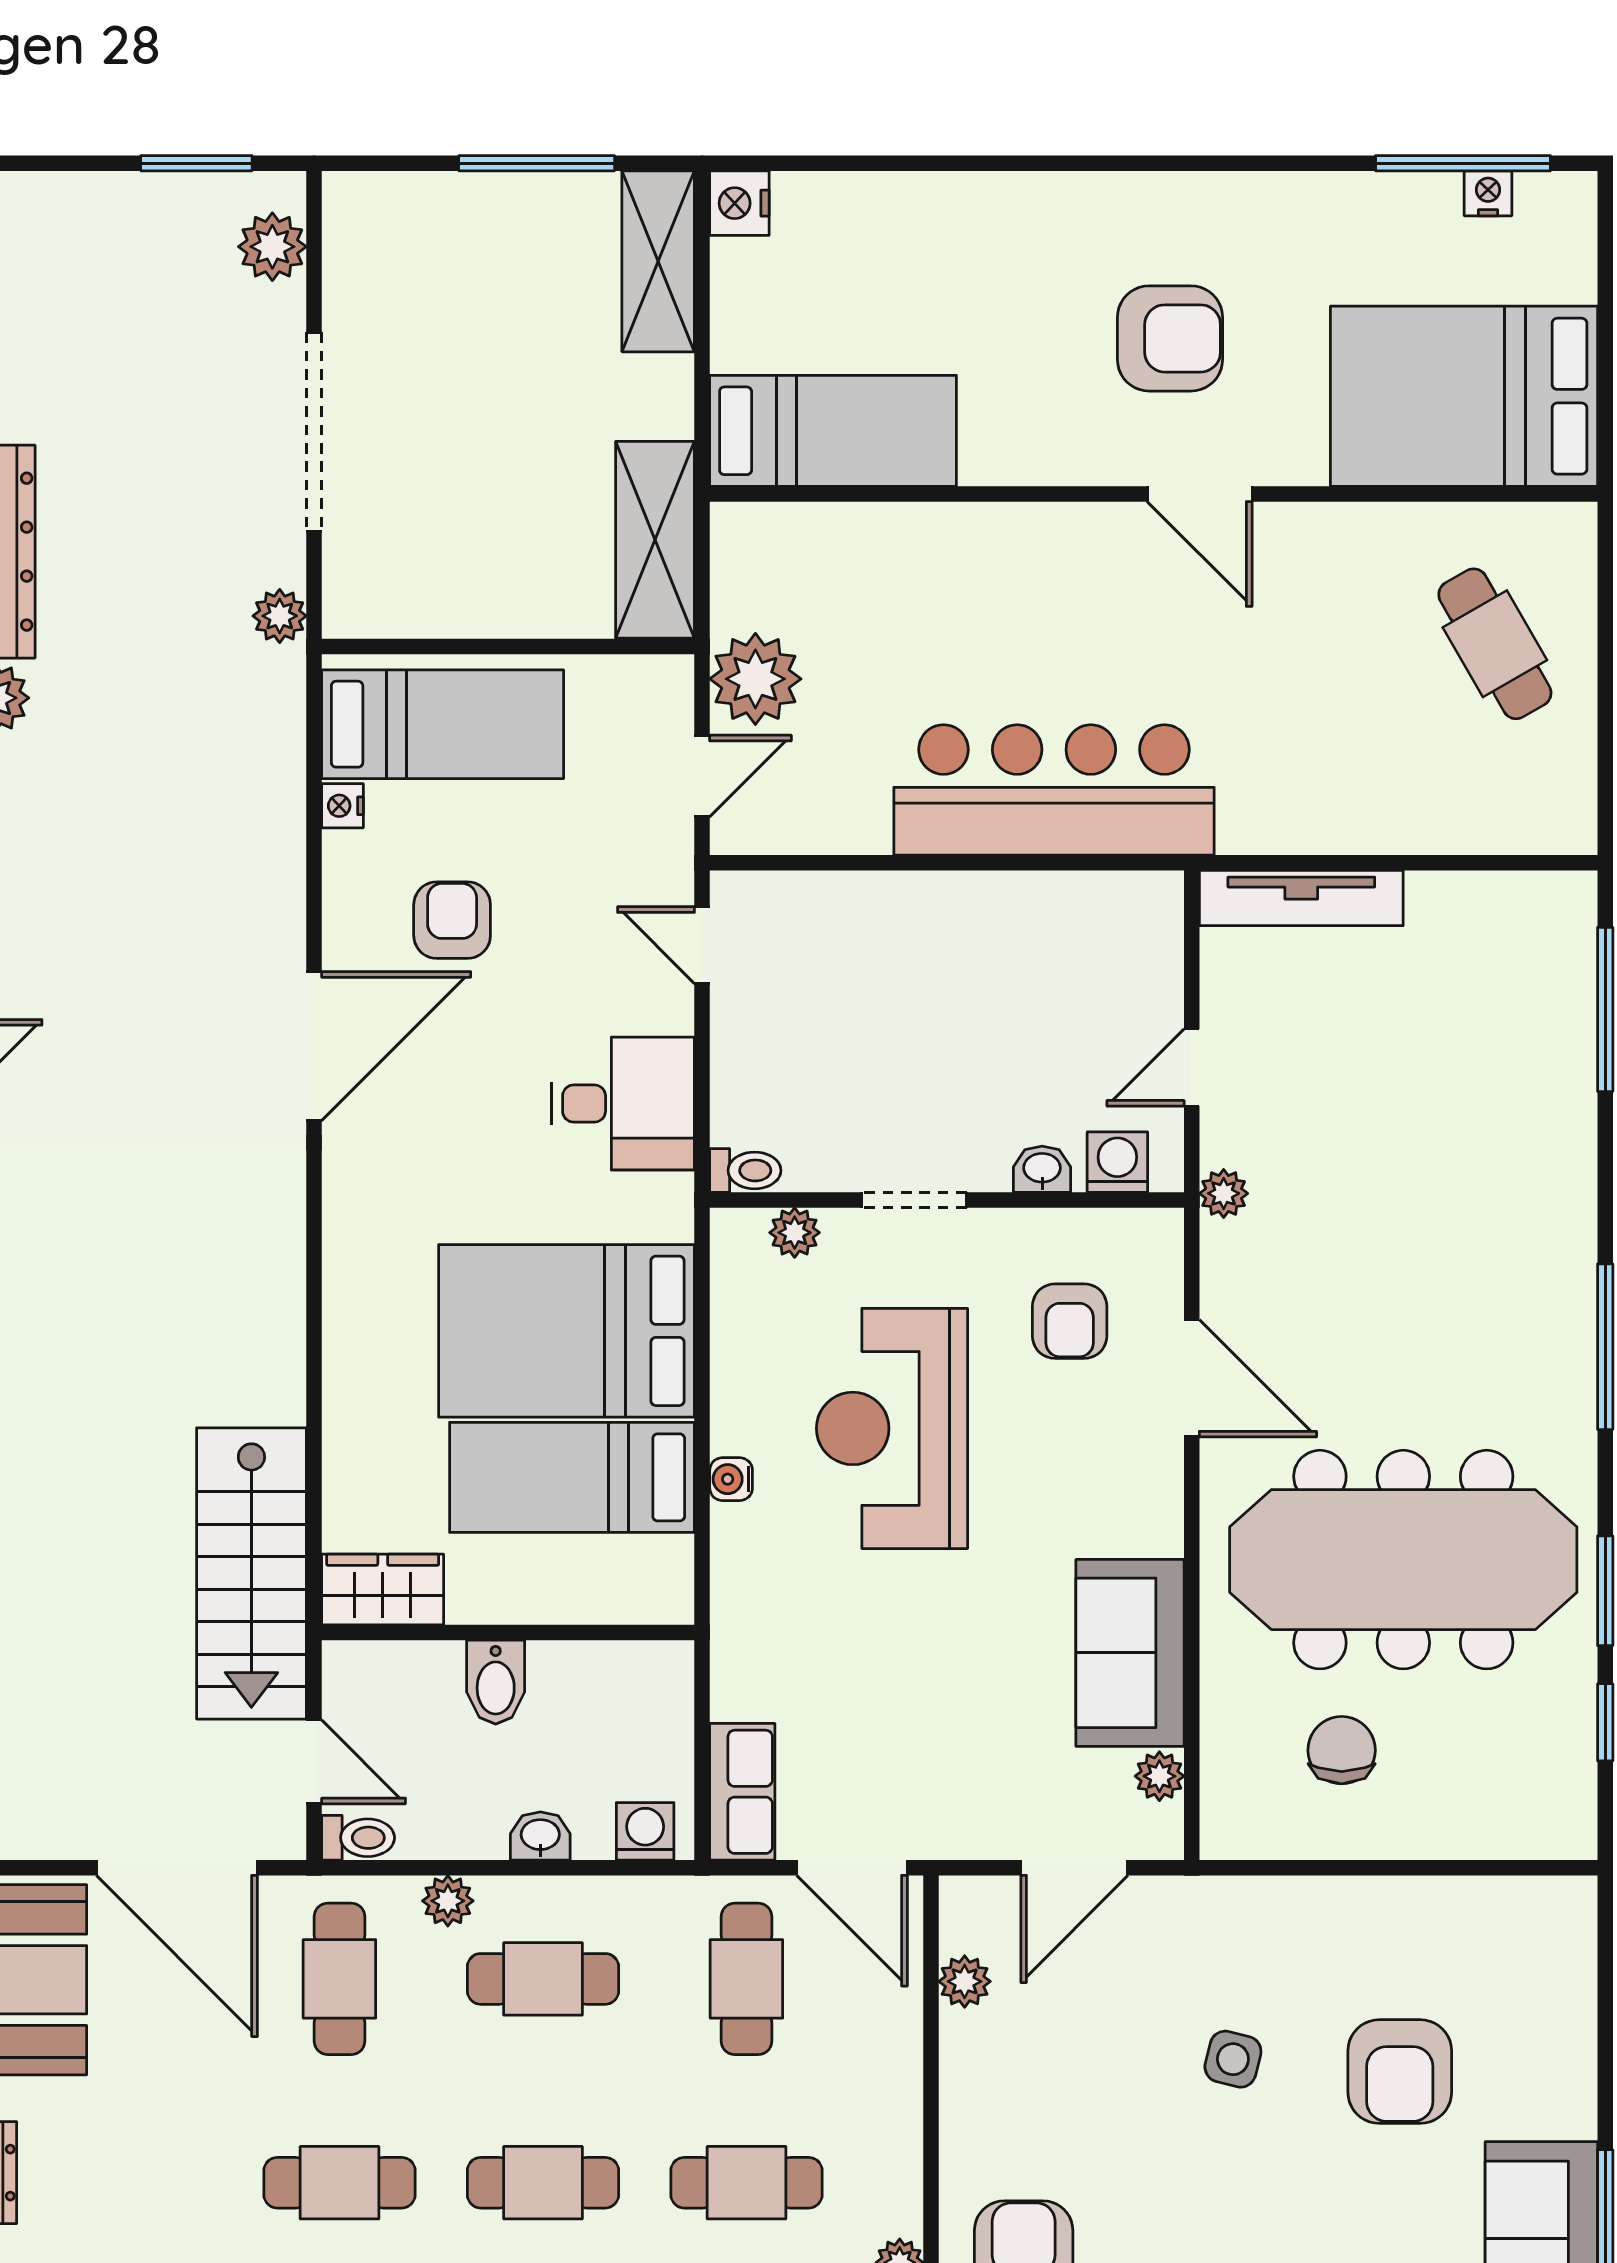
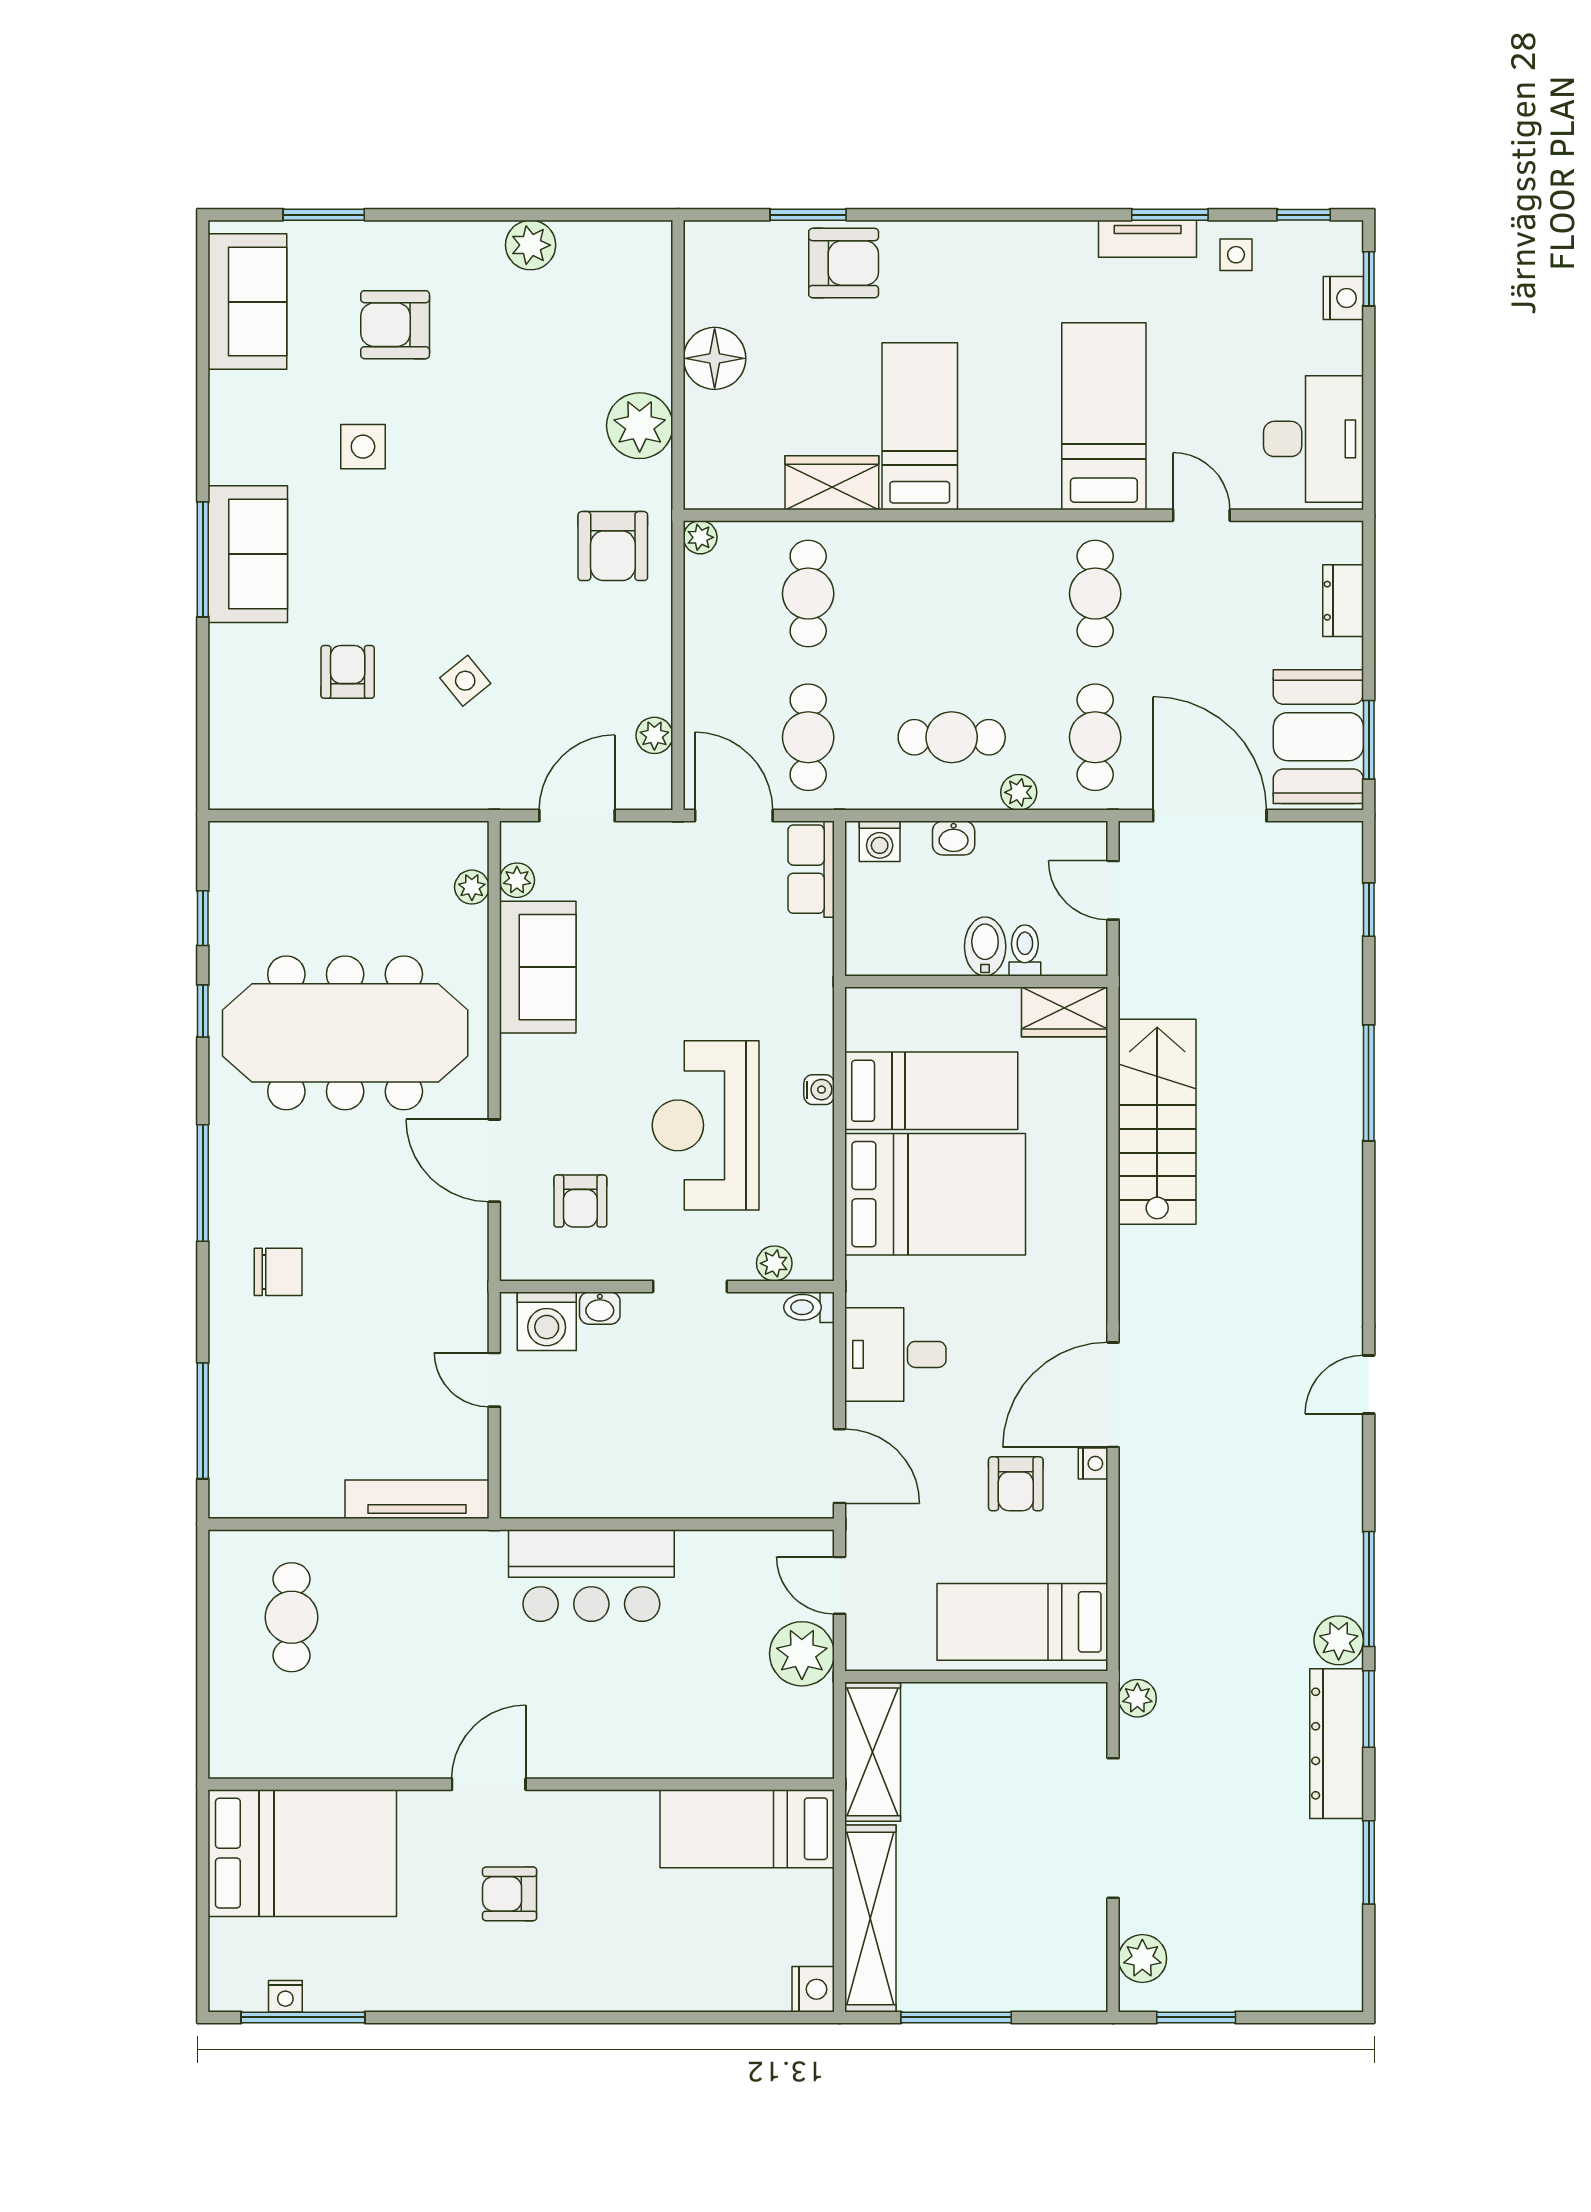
shelving: (658, 261) -> (870, 1918), width x1.47
armchair: (1170, 338) -> (510, 1894), width x0.72, depth x0.72
door: (1200, 494) -> (489, 1784), hinge flipped
cafe table: (1495, 644) -> (292, 1617), moved, turned 30
door: (702, 776) -> (840, 1585), hinge flipped
bar counter: (1054, 790) -> (591, 1576), width x0.73
nightstand: (343, 806) -> (1093, 1463), moved
door: (702, 945) -> (840, 1466), width x1.38
door: (1192, 1068) -> (494, 1380), swing flipped
washing machine: (1117, 1162) -> (547, 1321), width x1.38, depth x1.38
plant: (1224, 1193) -> (472, 887), moved
armchair: (1070, 1321) -> (580, 1201), turned 180
reception desk: (892, 1428) -> (706, 1125), turned 180
stairs: (251, 1573) -> (1157, 1122), moved
window: (1605, 1591) -> (203, 1011), width x0.67
chair: (1342, 1750) -> (278, 1272), moved, turned -90
toilet: (358, 1838) -> (1025, 950), moved, turned 90
side table: (1233, 2059) -> (465, 681), turned 37
armchair: (1400, 2072) -> (348, 672), width x0.72, depth x0.72
cafe table: (339, 2183) -> (1095, 594), turned 90
cafe table: (543, 2183) -> (952, 594), removed
cafe table: (746, 2183) -> (808, 594), turned 90

